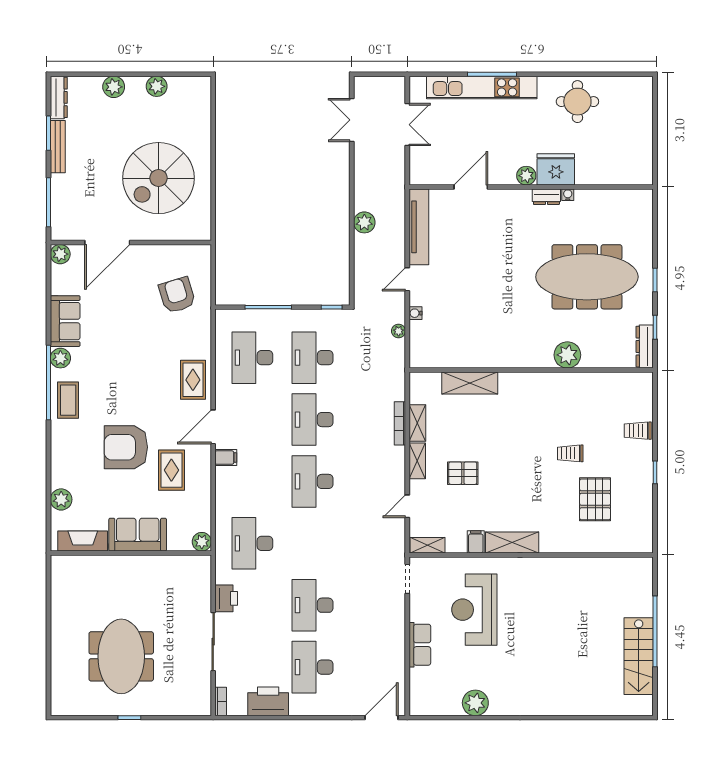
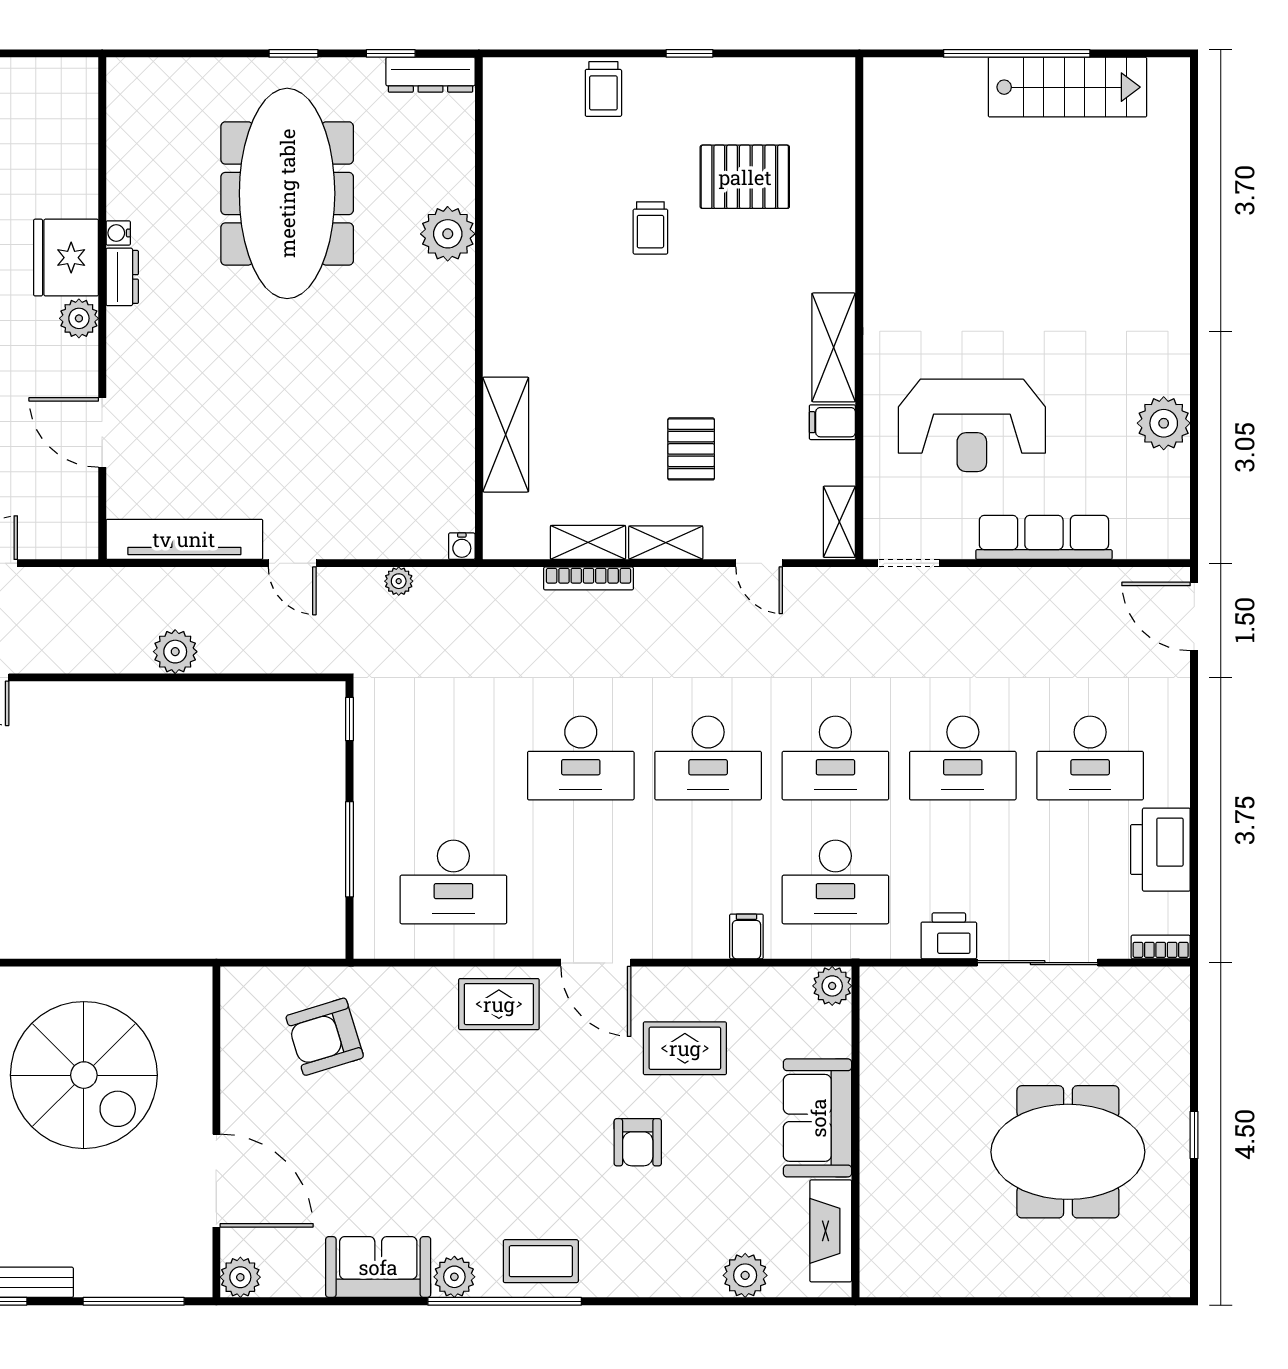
water cooler: (416, 313) -> (462, 546), moved
desk: (313, 358) -> (835, 758), moved
armchair: (126, 447) -> (638, 1142), width x0.53, depth x0.53
filing cabinet: (226, 458) -> (746, 936), moved
row of seats: (420, 645) -> (1044, 537), width x1.48

